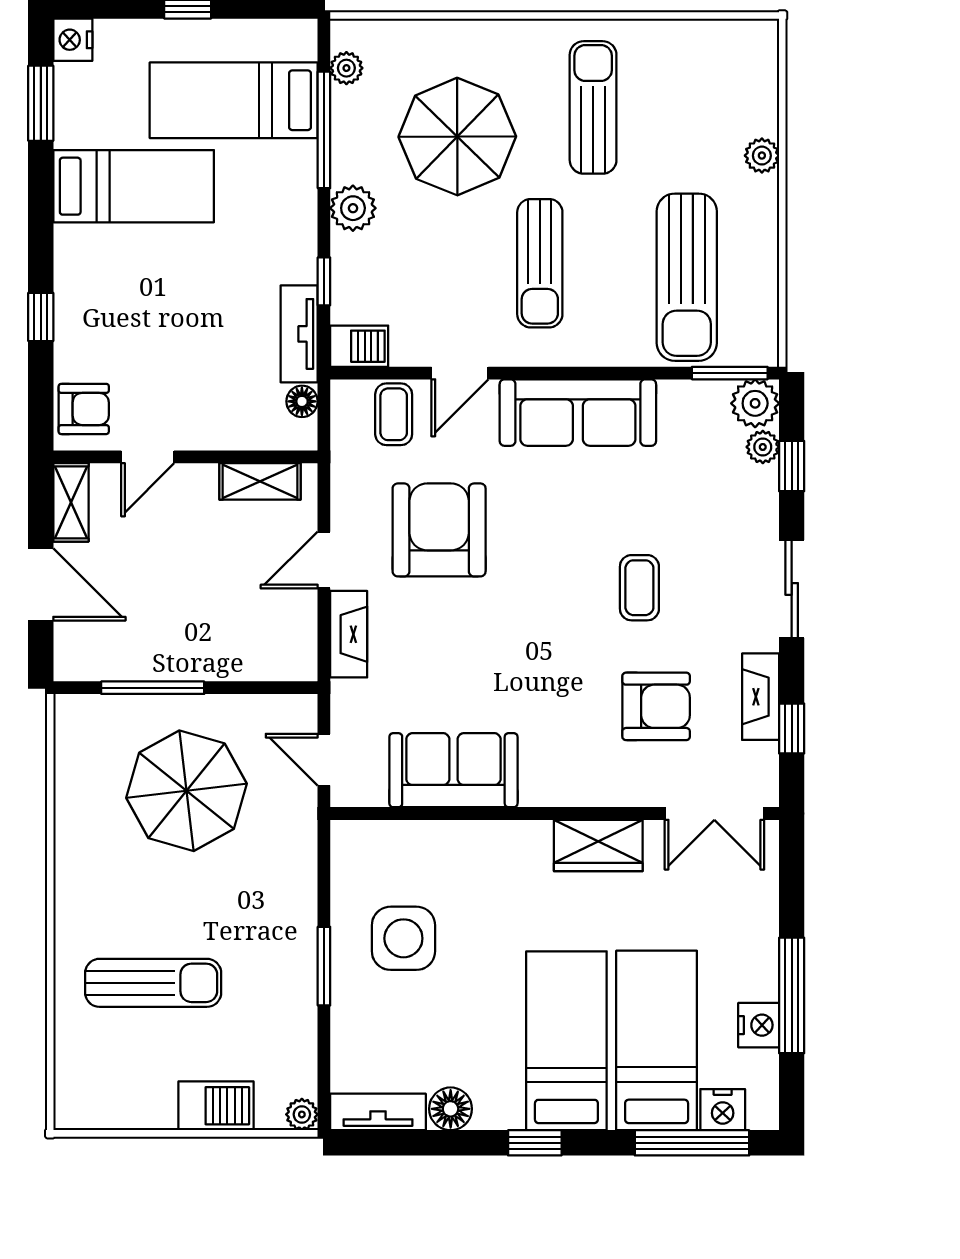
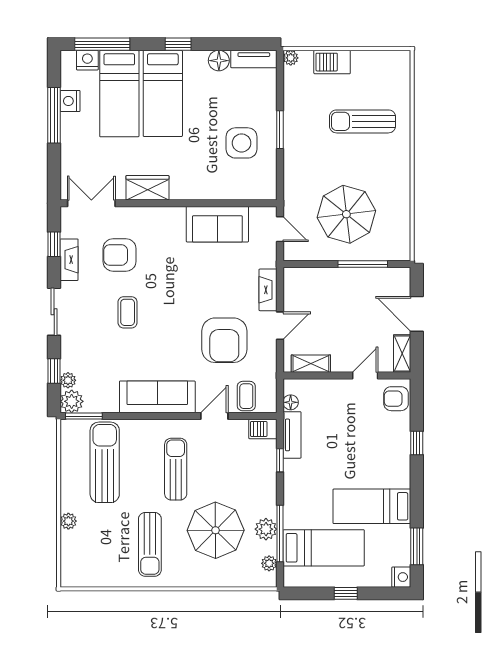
plant: (353, 208) -> (266, 529), moved

